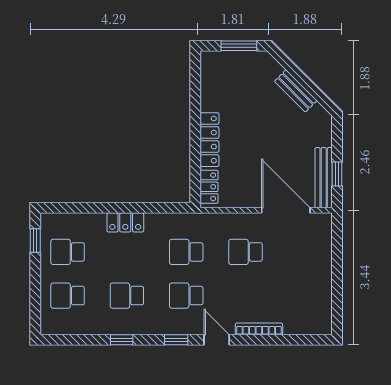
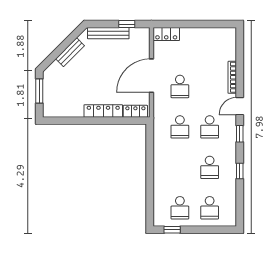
bench: (324, 178) -> (108, 33), moved
door: (286, 210) -> (151, 76), moved
locker: (125, 222) -> (166, 34), moved, turned 90

